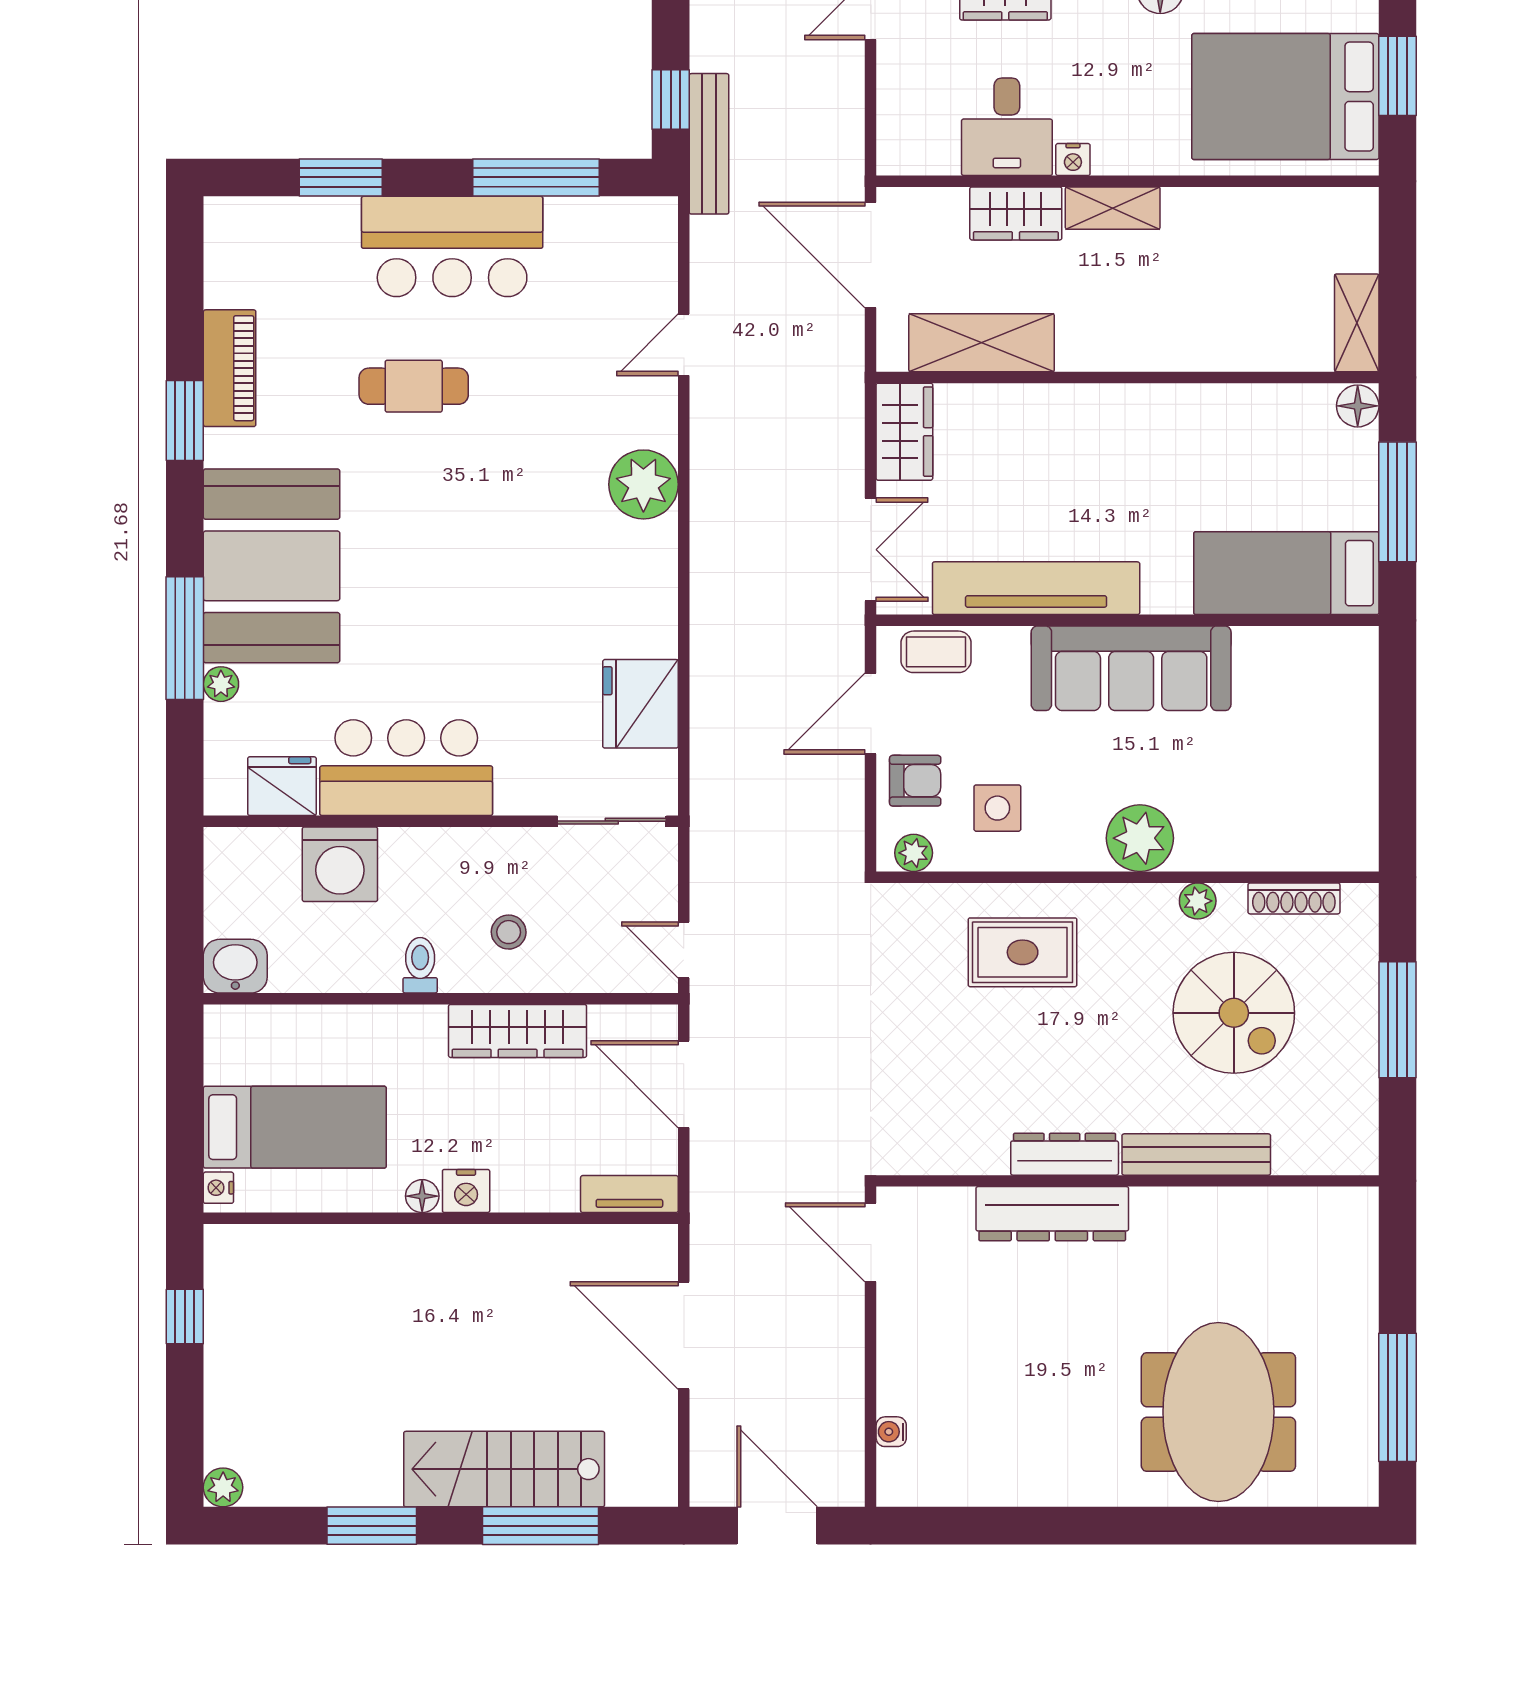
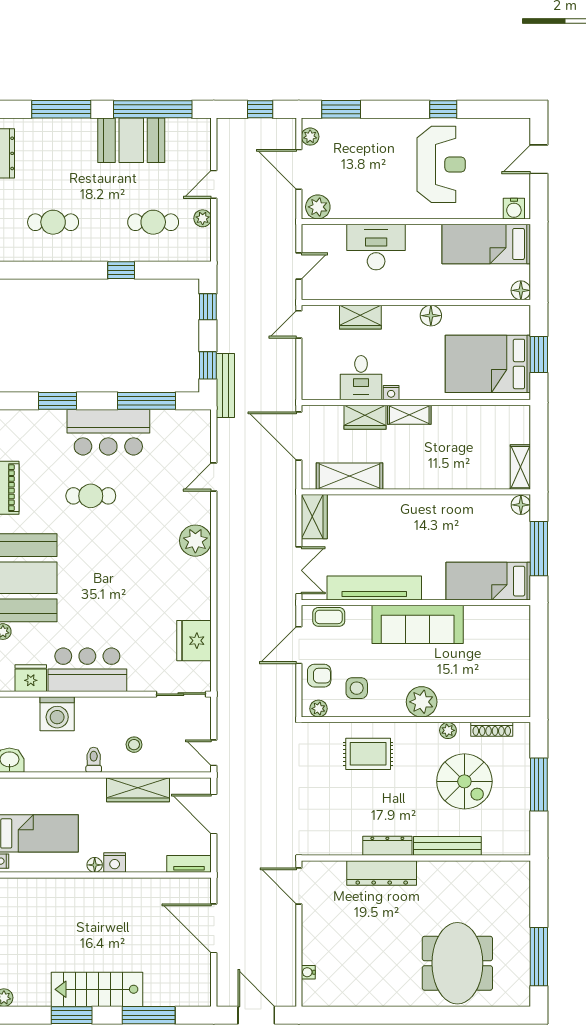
stairs: (504, 1469) -> (97, 989), moved

